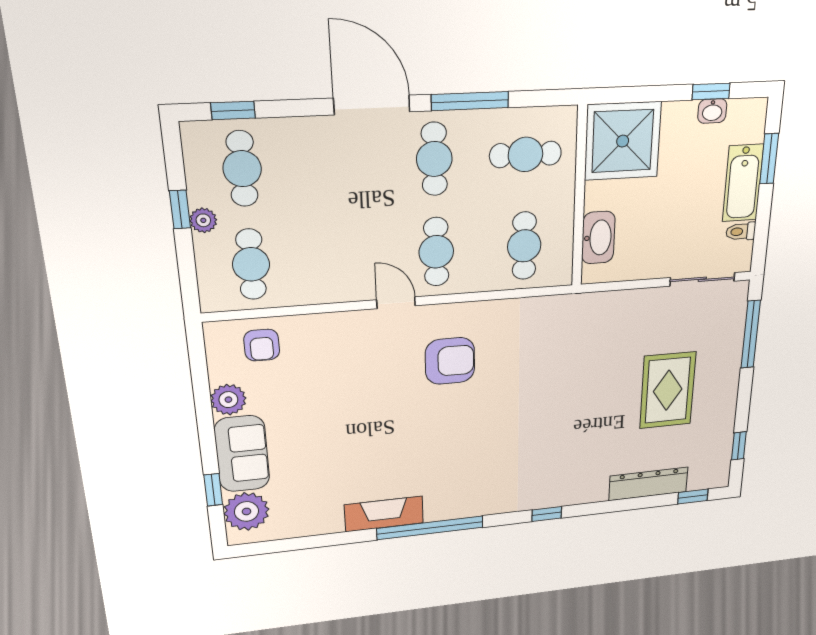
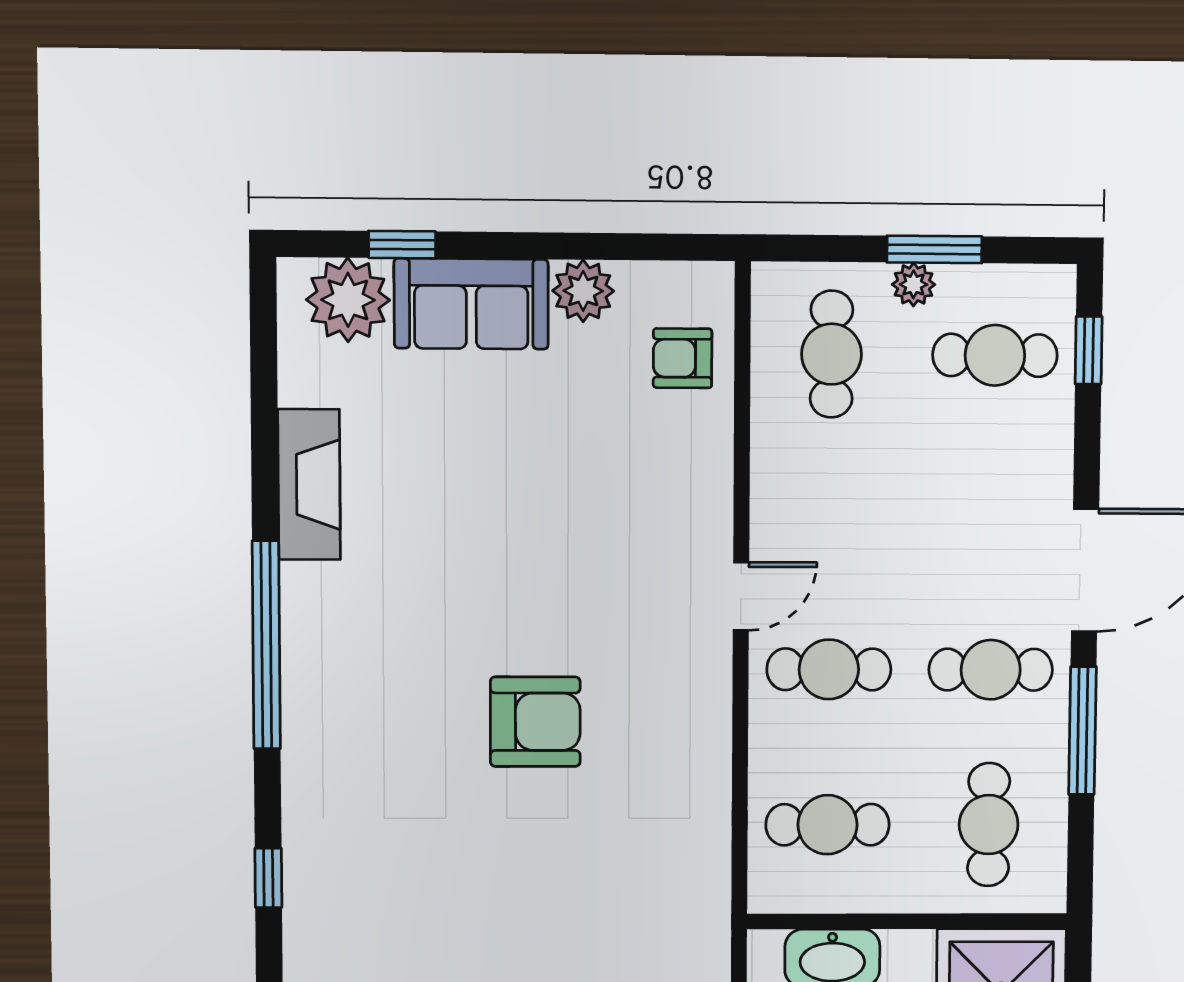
window: (180, 209) -> (934, 249), width x1.50
cafe table: (251, 264) -> (832, 354), turned 90
armchair: (450, 361) -> (535, 722), moved, turned -90
fireplace: (384, 514) -> (309, 484), moved

